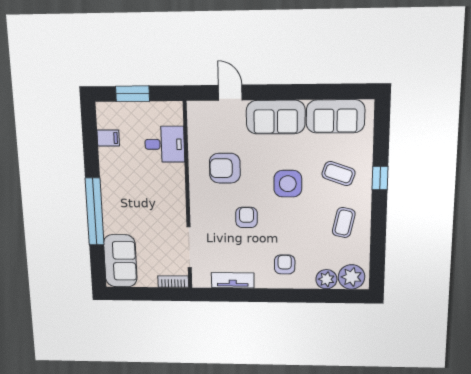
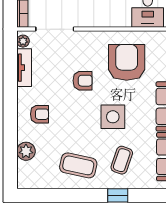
armchair: (225, 168) -> (127, 62), width x1.36, depth x1.36
coffee table: (344, 223) -> (78, 165), width x1.36, depth x1.30
plant: (351, 277) -> (23, 41), moved, width x0.53, depth x0.53

